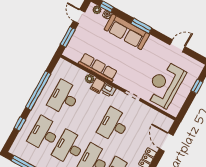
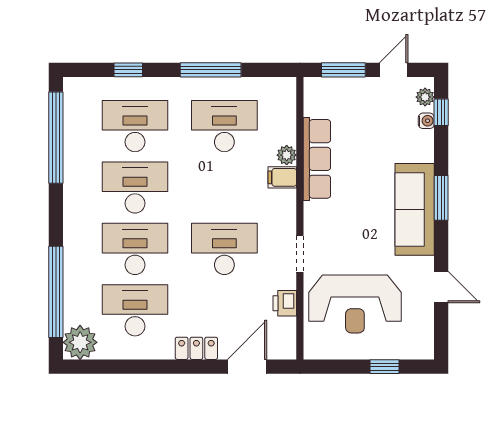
sofa: (127, 32) -> (415, 209), moved
reception desk: (165, 84) -> (355, 304), turned 180
printer: (108, 90) -> (285, 303), moved
window: (38, 91) -> (211, 70), width x0.68

